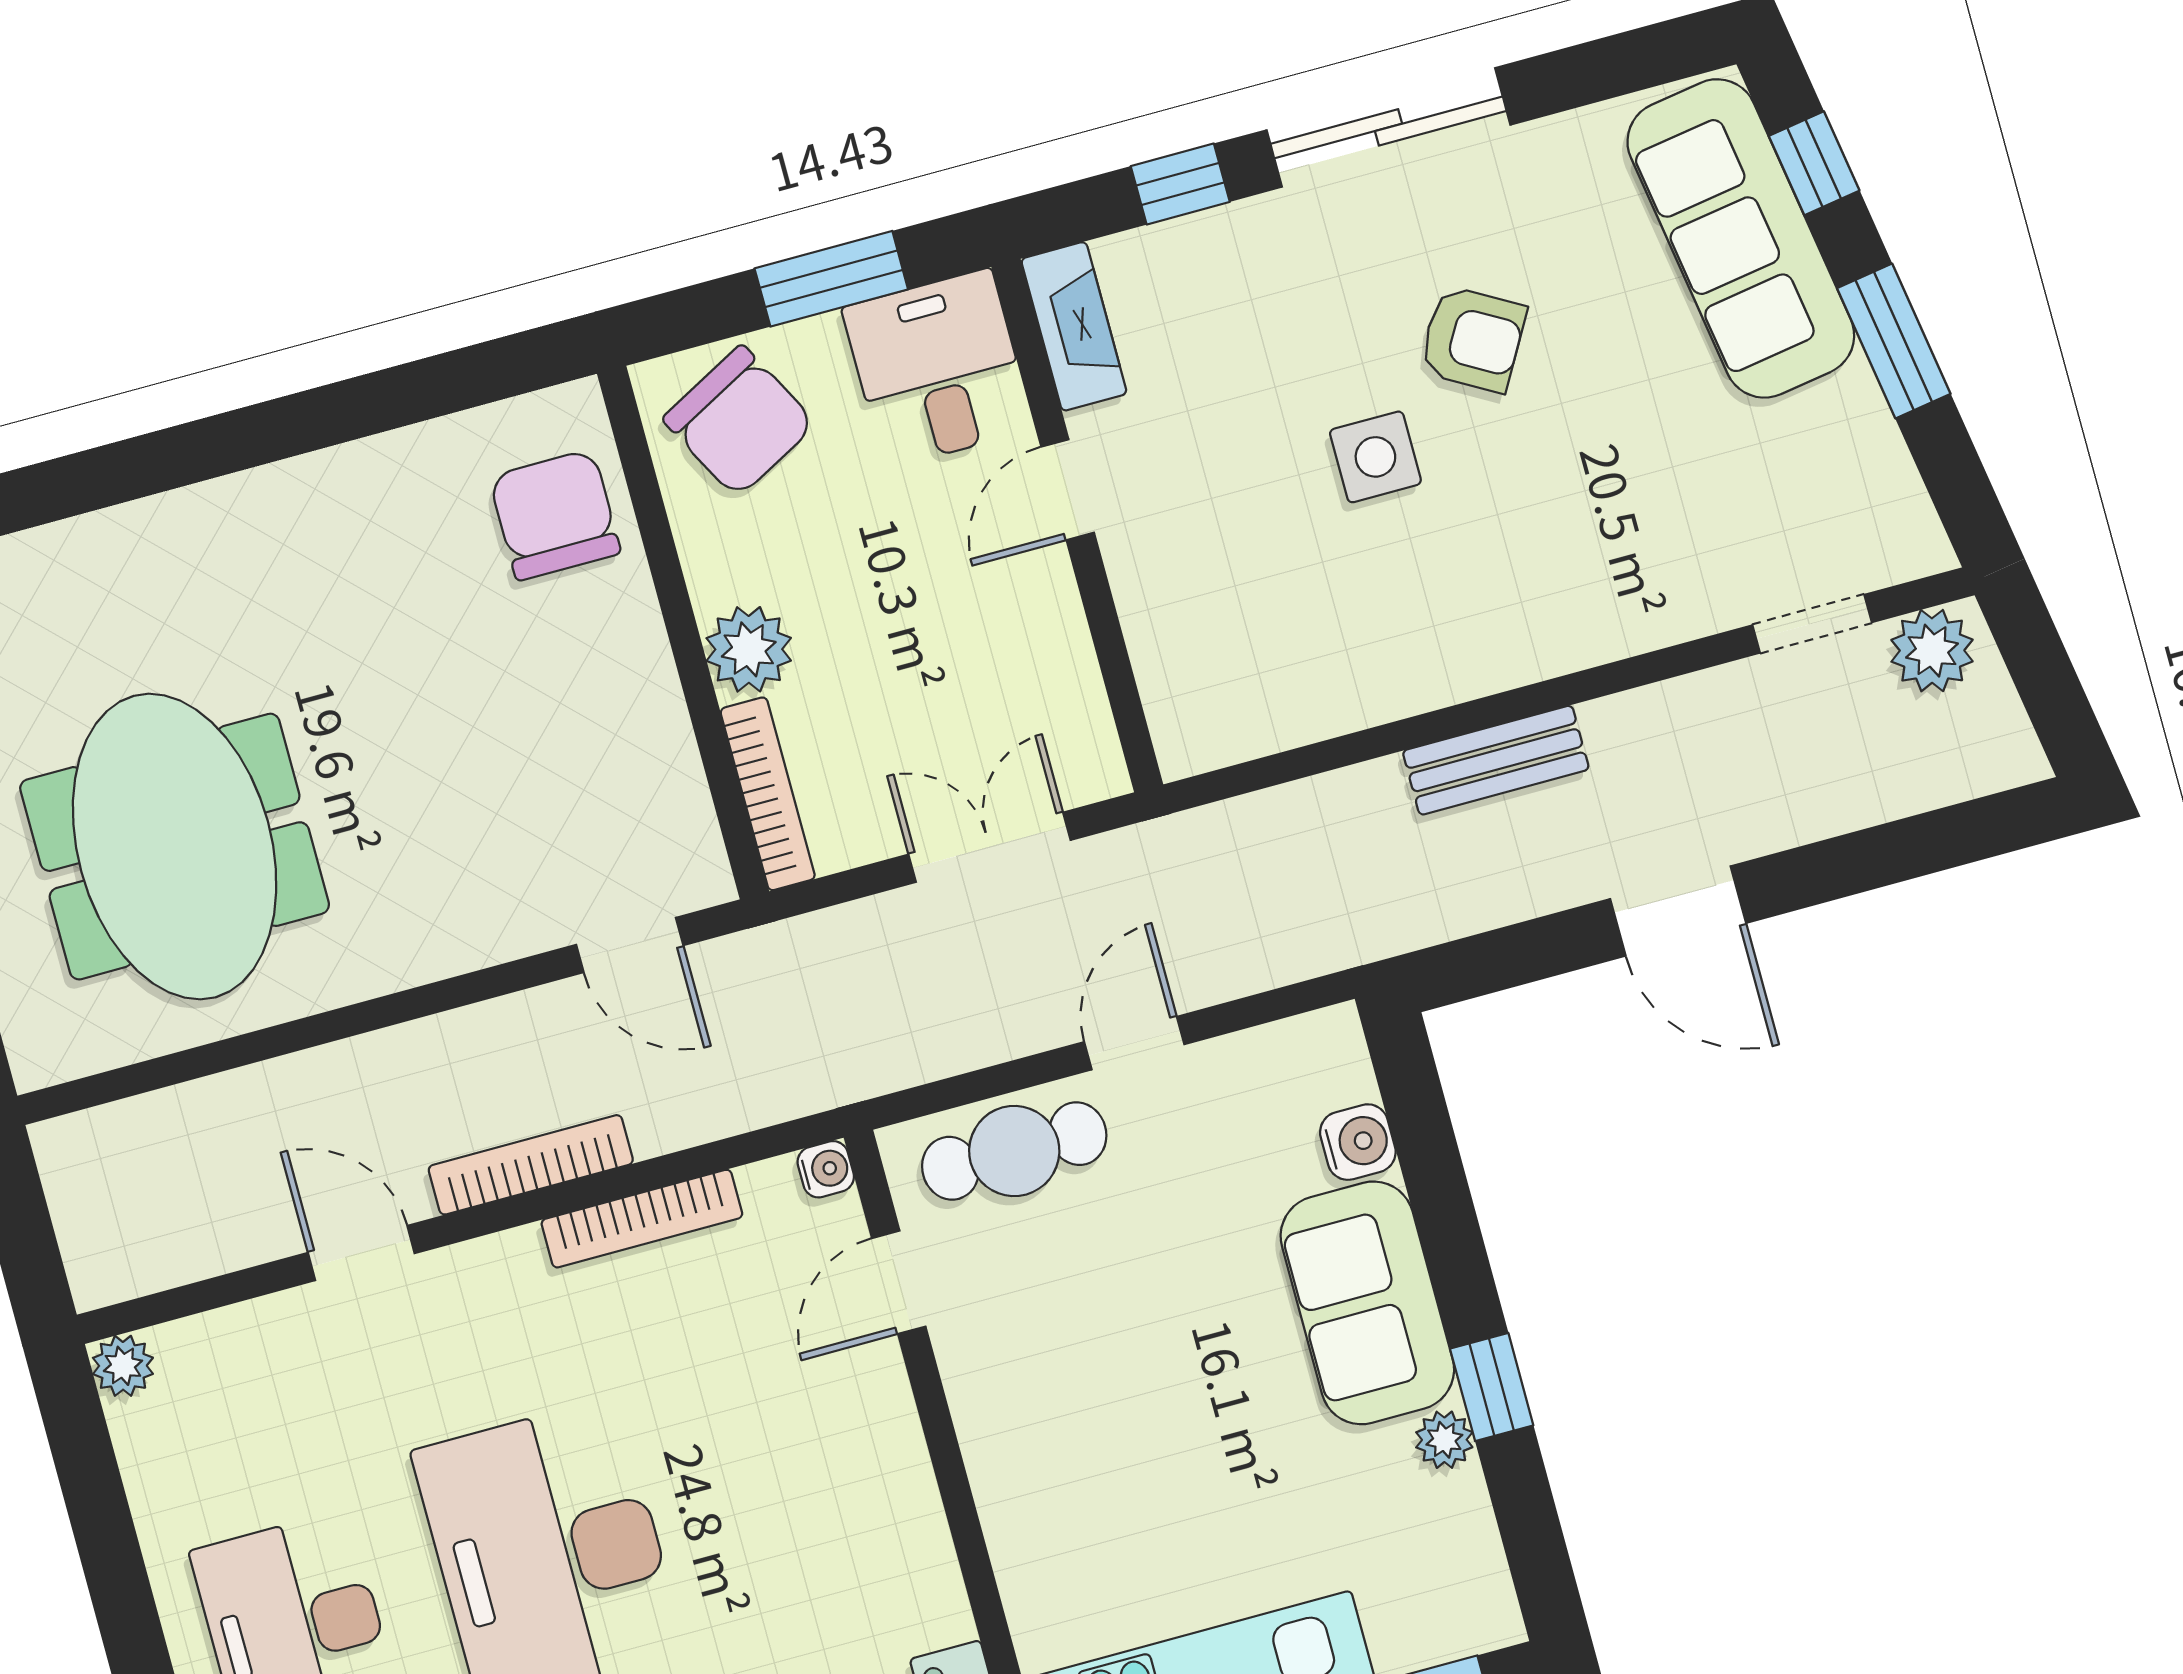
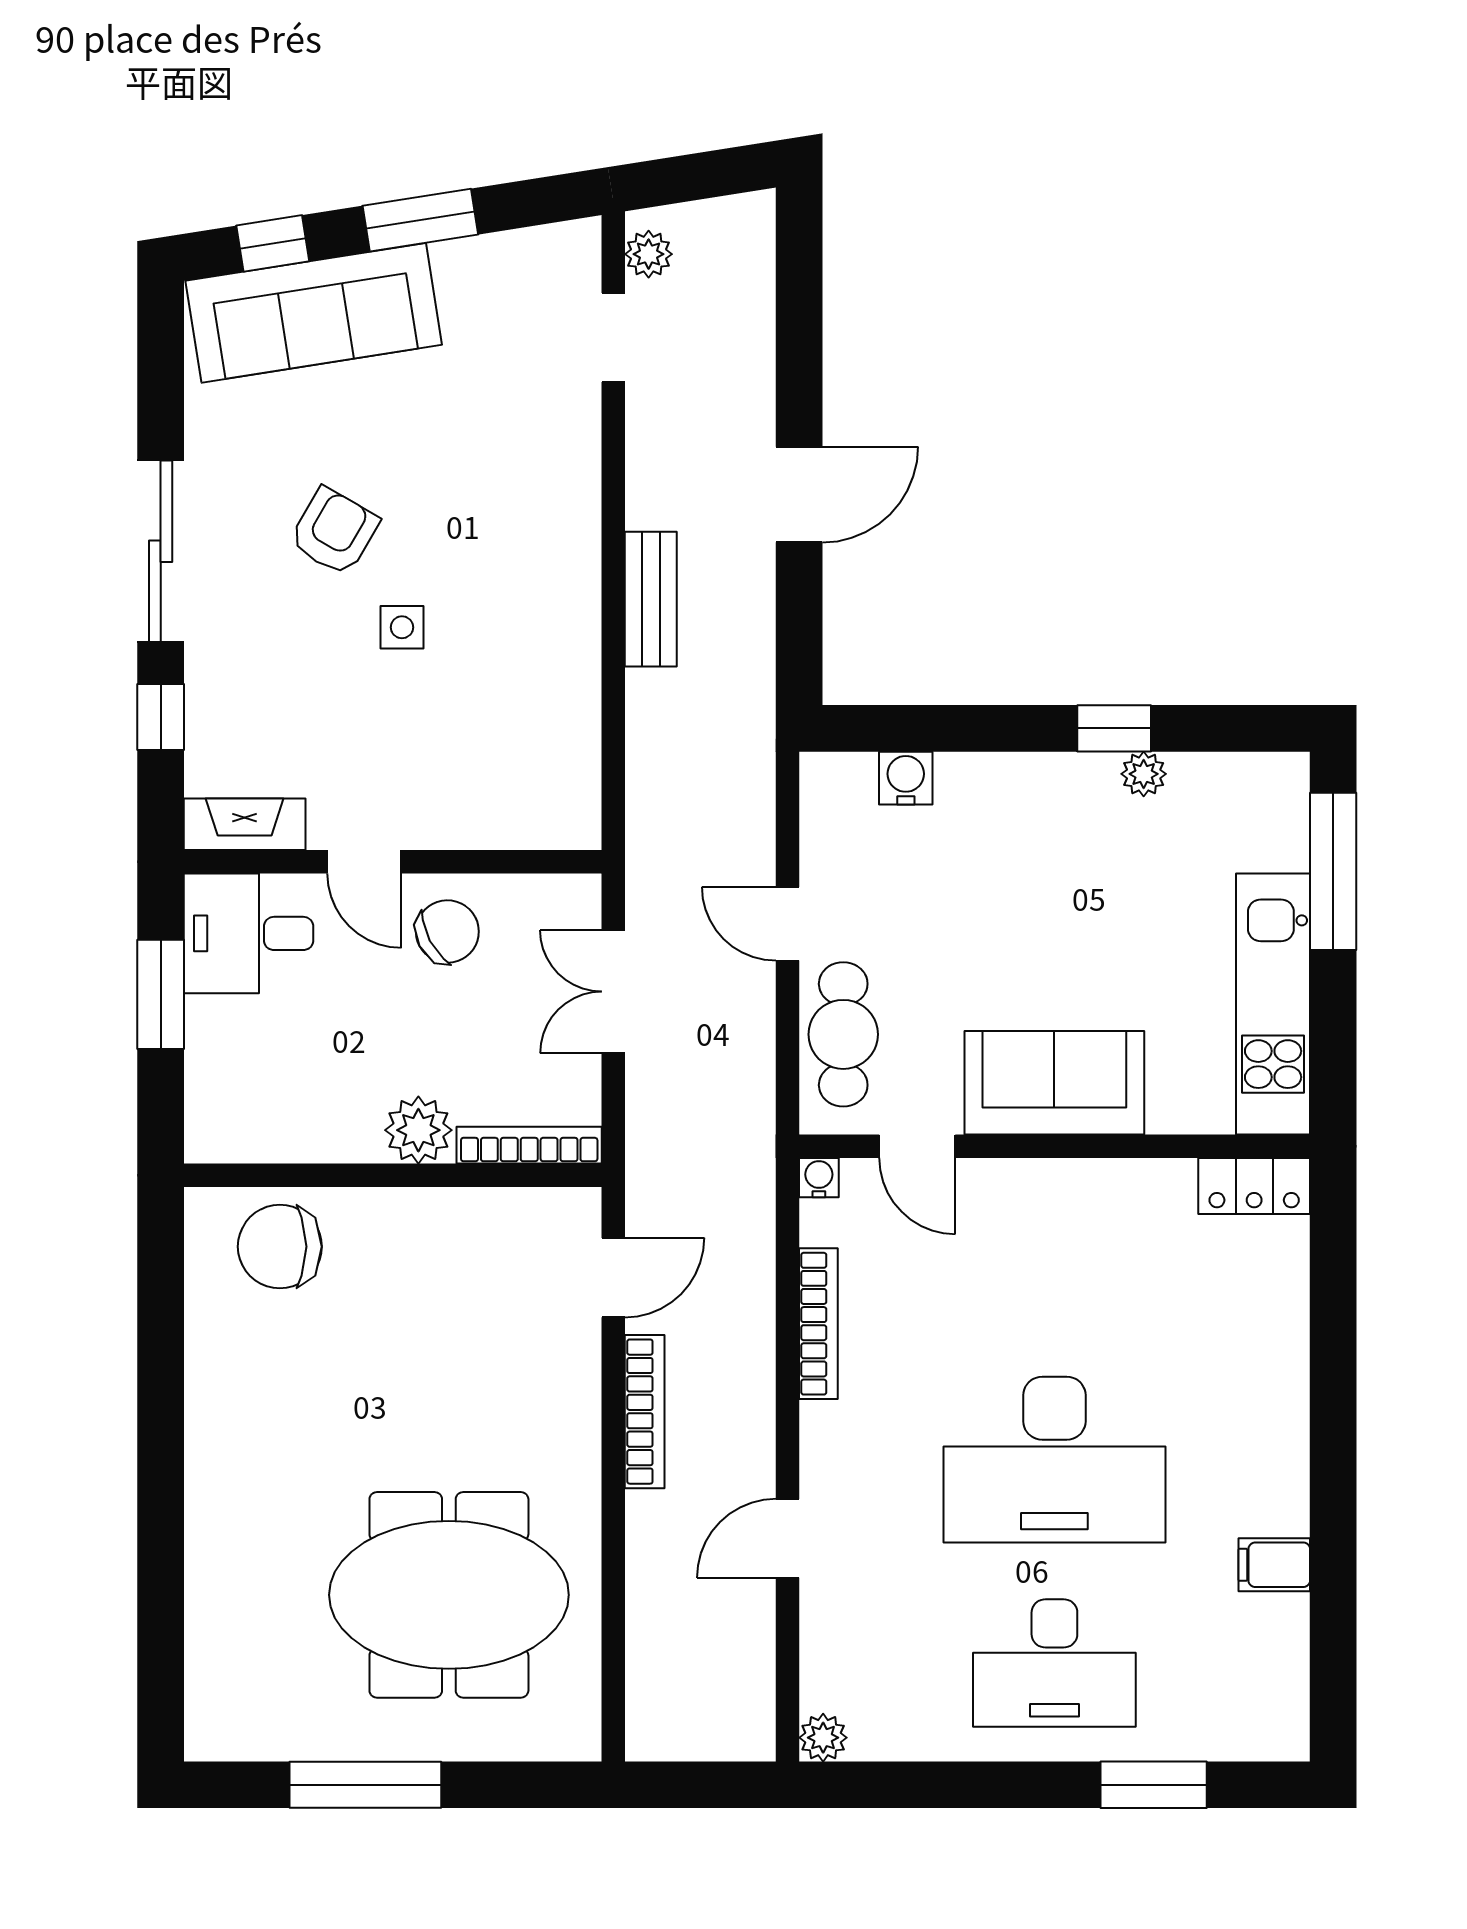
chair: (739, 421) -> (447, 932), moved, width x0.73, depth x0.73
side table: (1375, 457) -> (402, 627), width x0.73, depth x0.73
plant: (1932, 651) -> (649, 254), width x0.73, depth x0.73
bookcase: (531, 1165) -> (645, 1412), moved, turned 180
sofa: (1367, 1303) -> (1054, 1083), moved, turned 180

